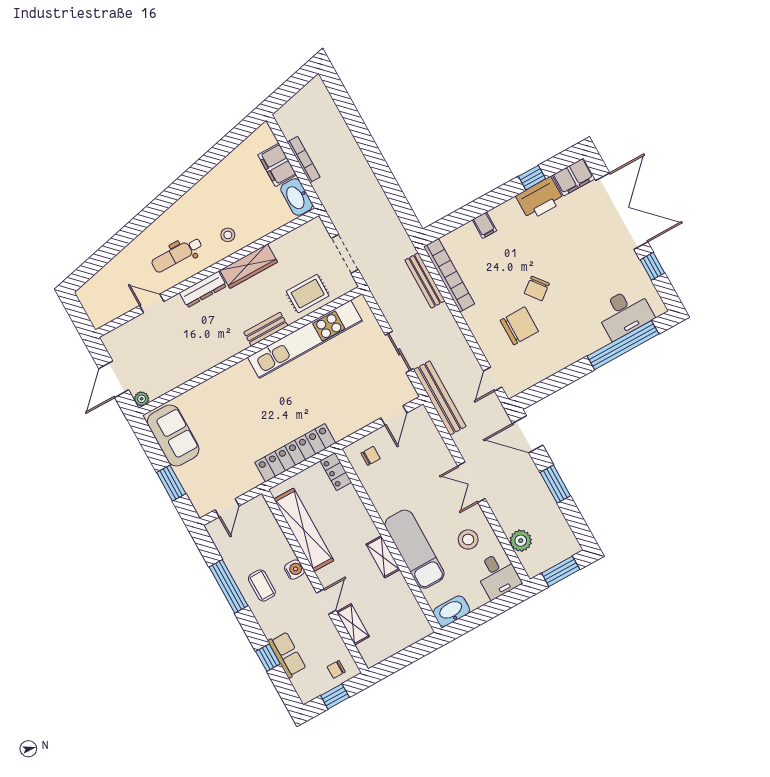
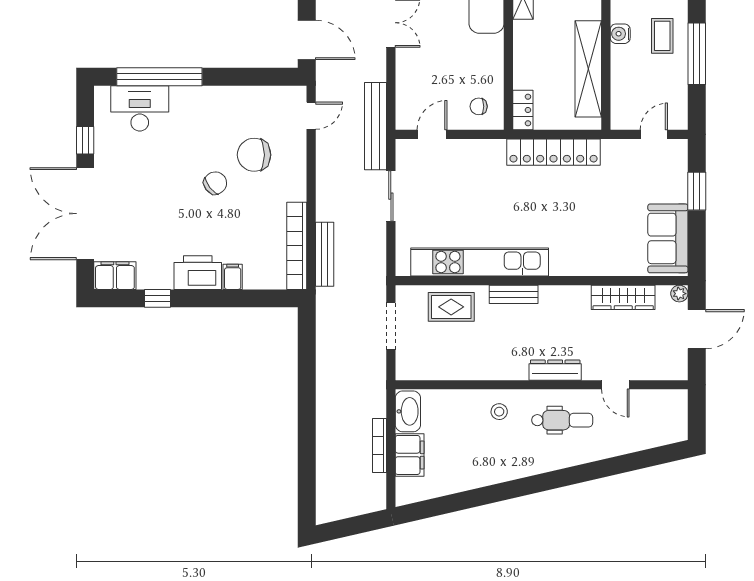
printer: (540, 199) -> (198, 273), moved
wardrobe: (249, 266) -> (623, 297), moved, turned 180

